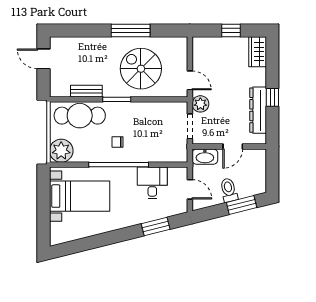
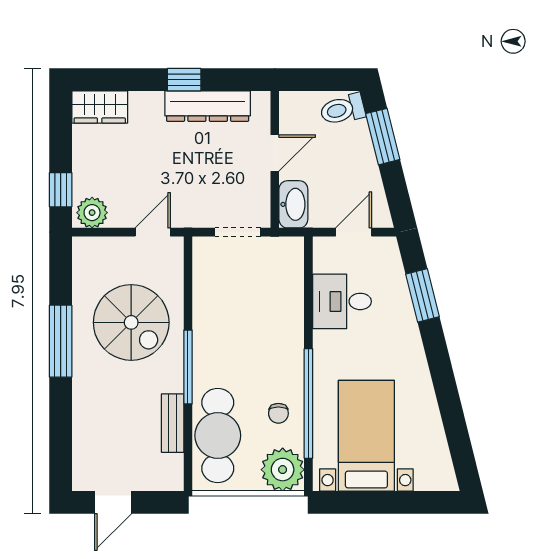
window: (231, 30) -> (61, 190), moved
spiral stairs: (141, 69) -> (131, 322), turned -90
window: (117, 99) -> (188, 367), width x1.44
plant: (200, 104) -> (92, 213), moved
chair: (118, 142) -> (278, 413), moved
door: (233, 146) -> (275, 153), hinge flipped
window: (119, 165) -> (308, 403), moved
toilet: (229, 190) -> (342, 109), moved

